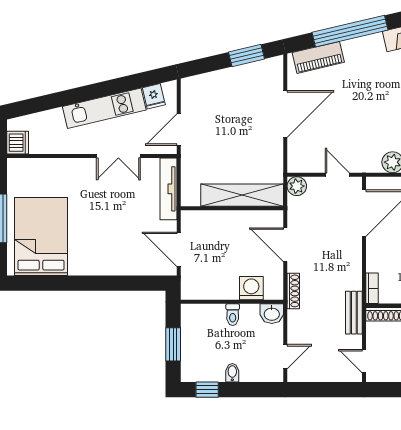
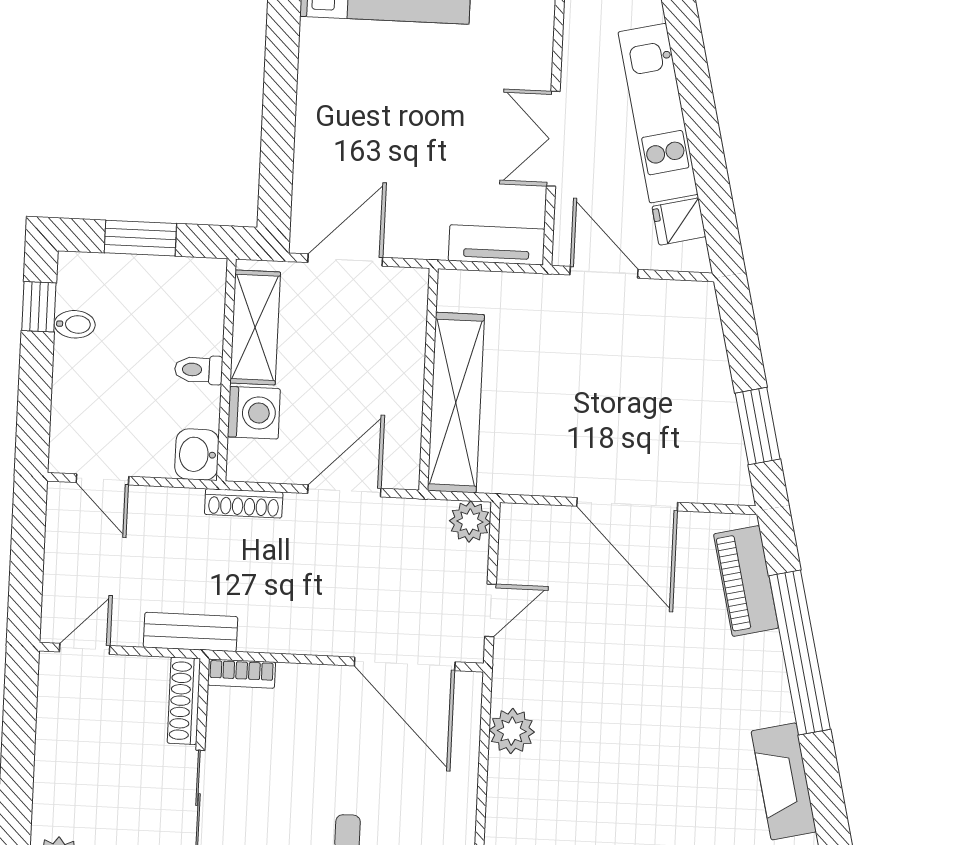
tv unit: (169, 189) -> (497, 245), width x0.71
shelving: (212, 289) -> (255, 327), added
bidet: (232, 373) -> (75, 324), moved

